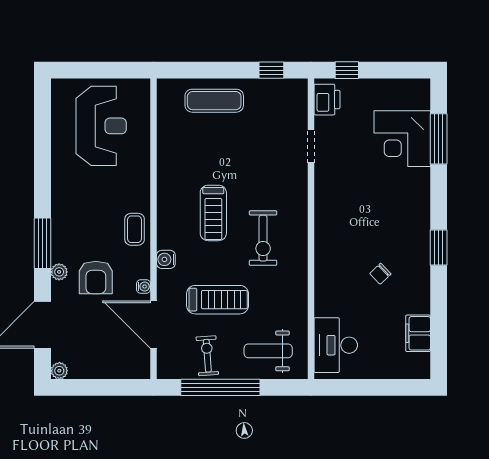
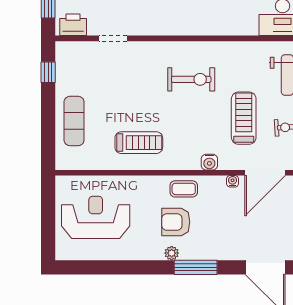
treadmill: (213, 213) -> (139, 143), moved
plant: (59, 272) -> (172, 253), moved
armchair: (96, 277) -> (176, 222), moved, turned 180

